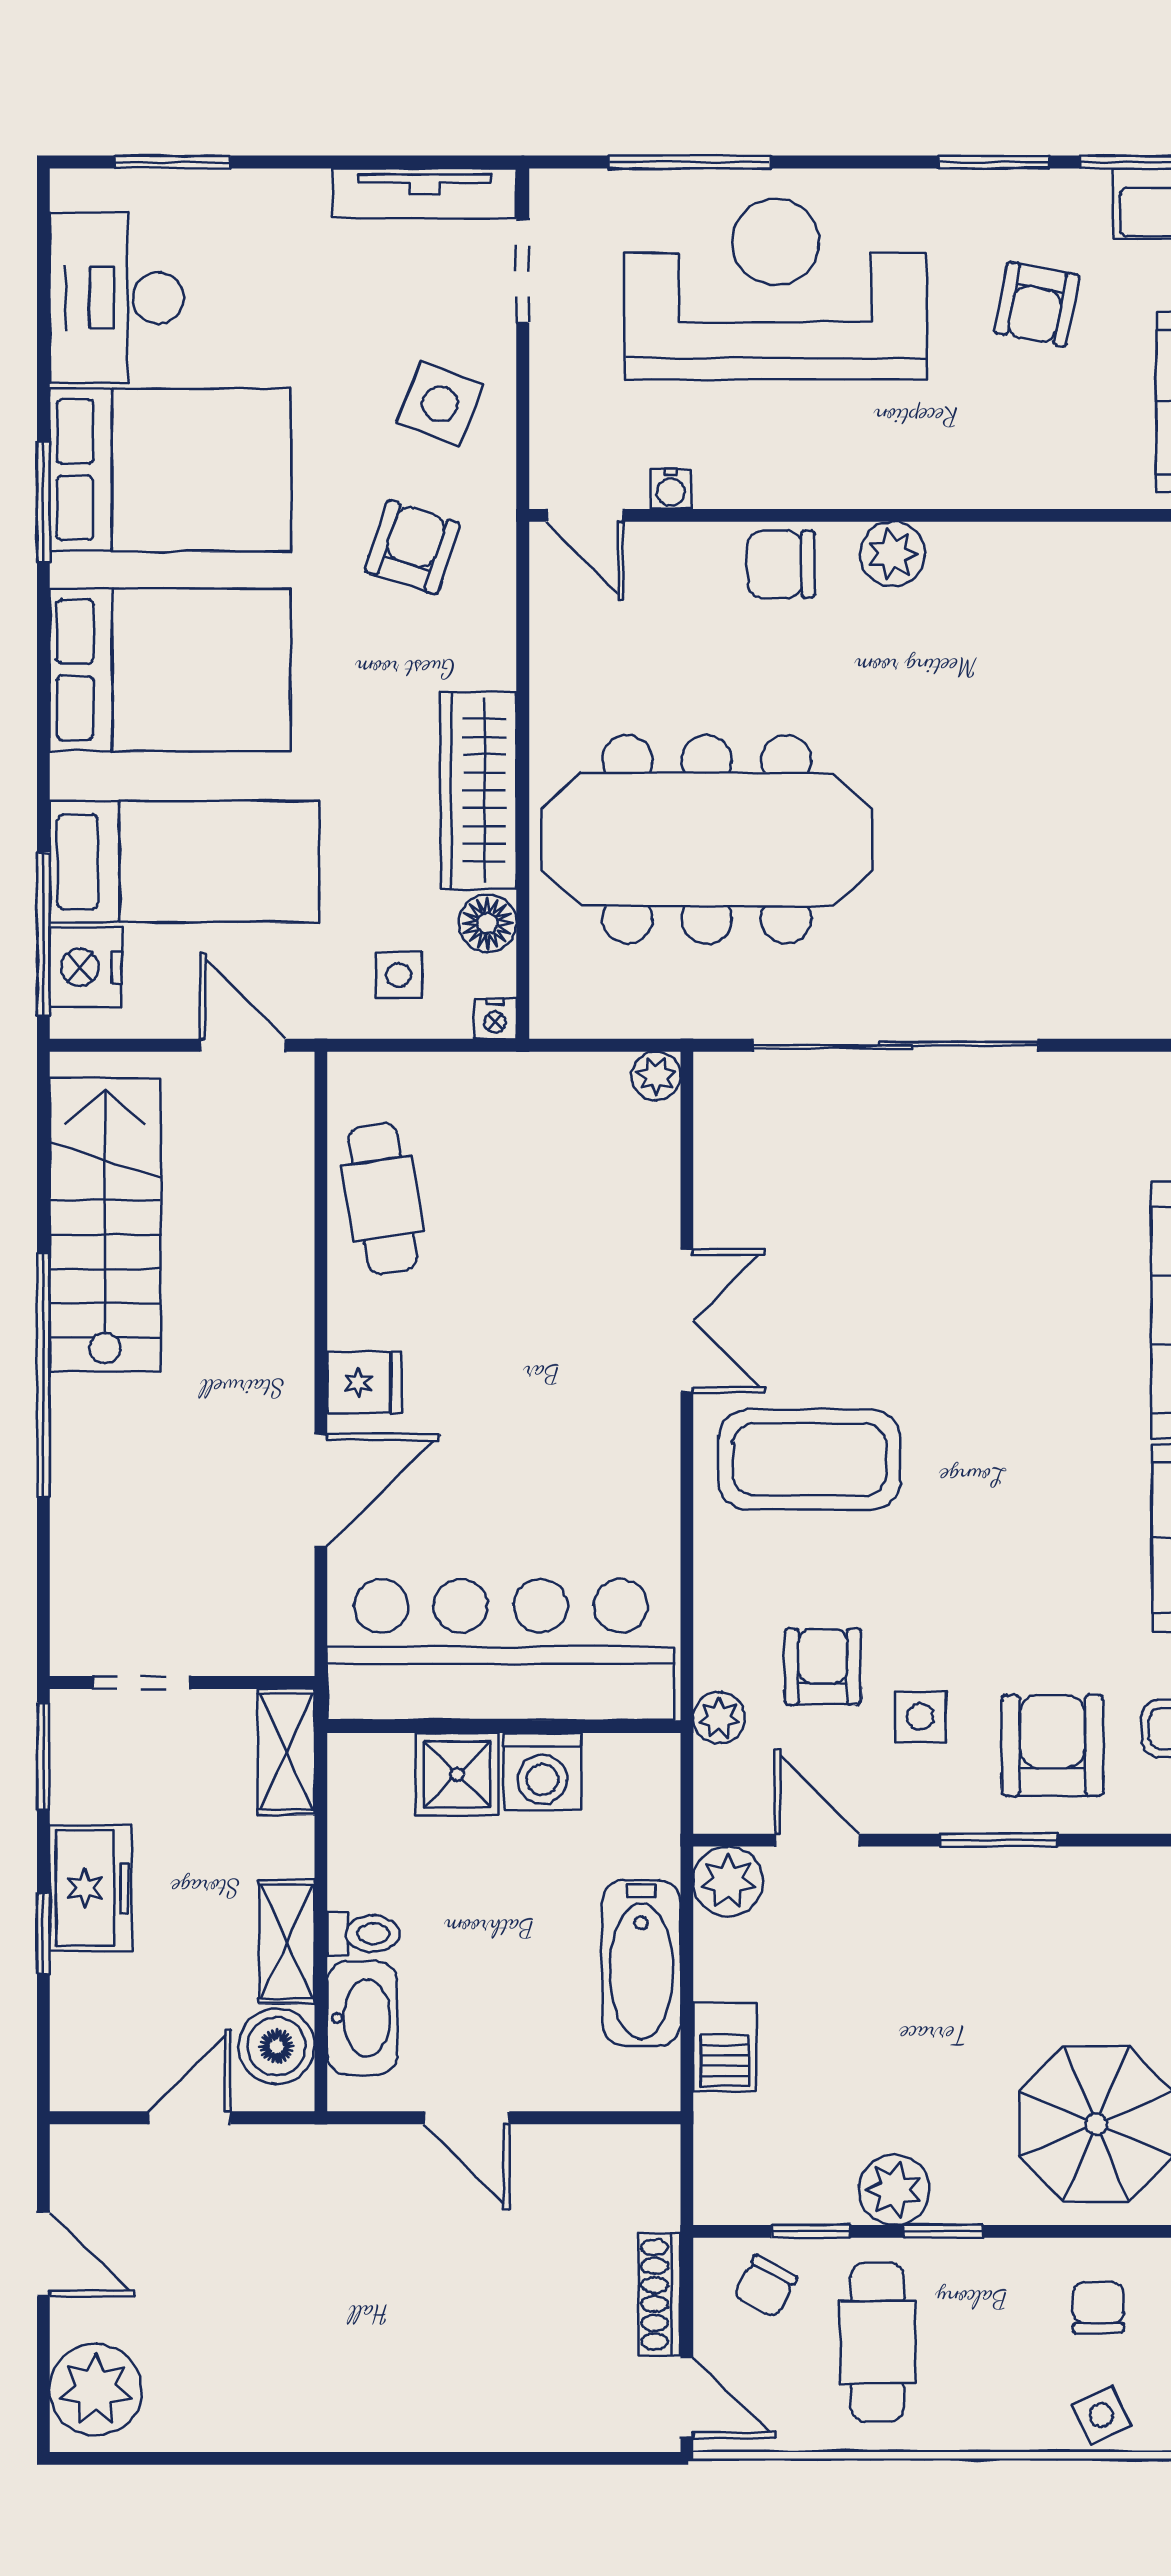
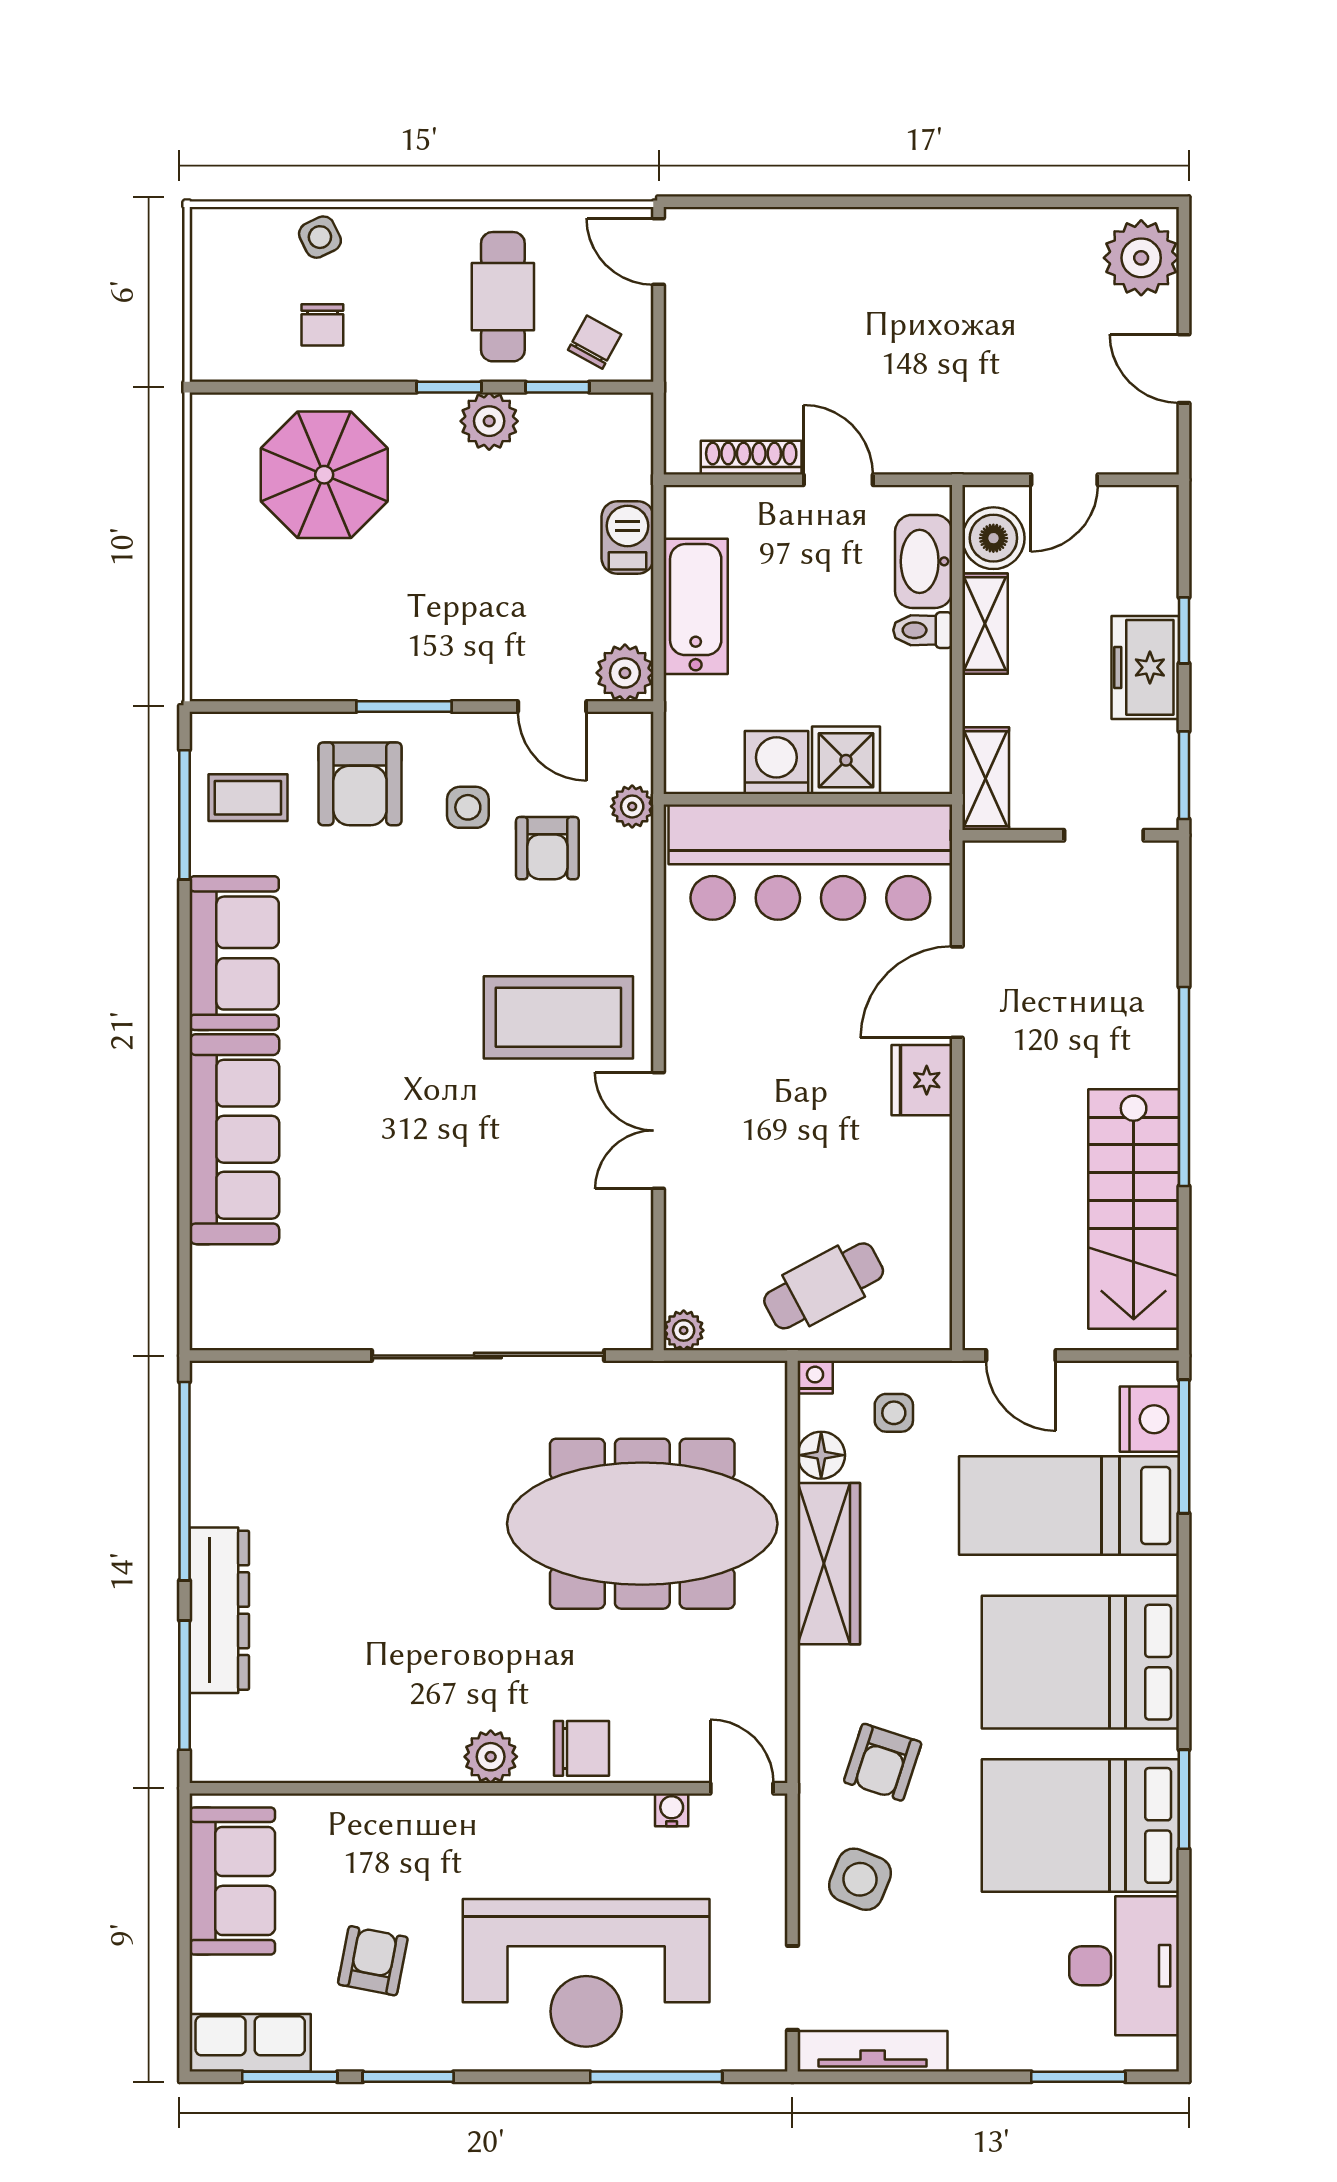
cafe table: (383, 1199) -> (824, 1286), moved, turned 71
fridge: (364, 1383) -> (922, 1080), width x1.38
shoe rack: (660, 2294) -> (751, 458), moved, turned -90

